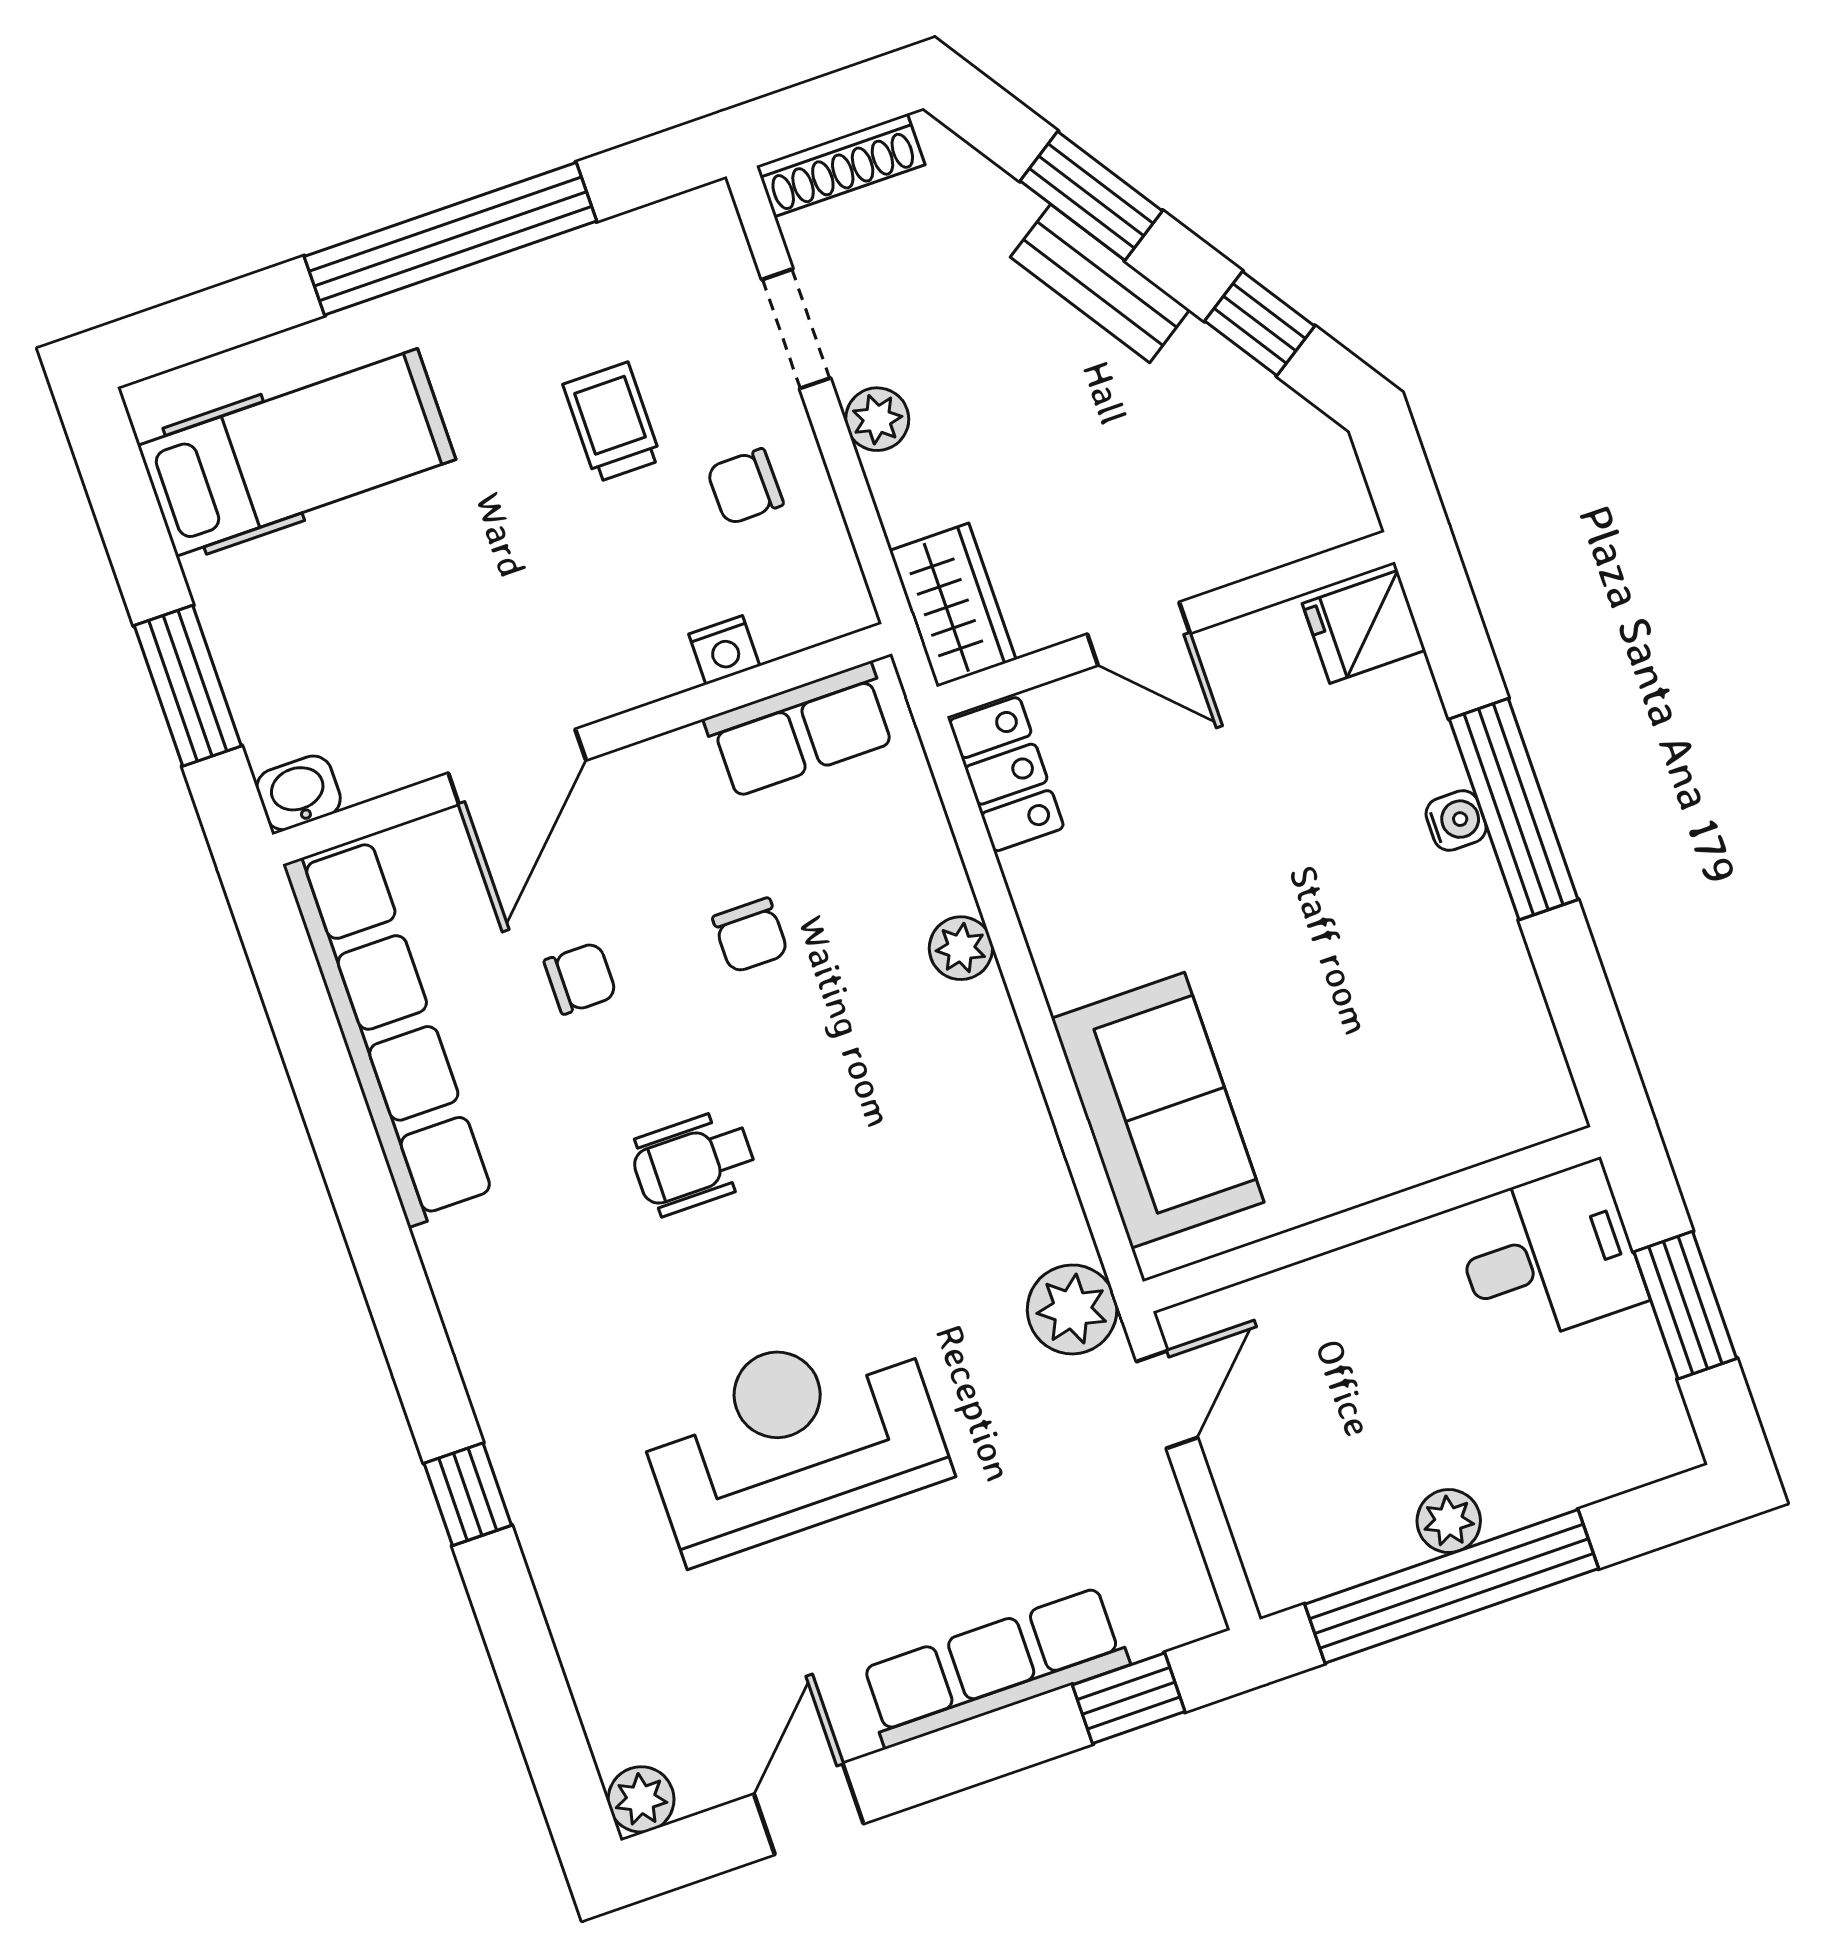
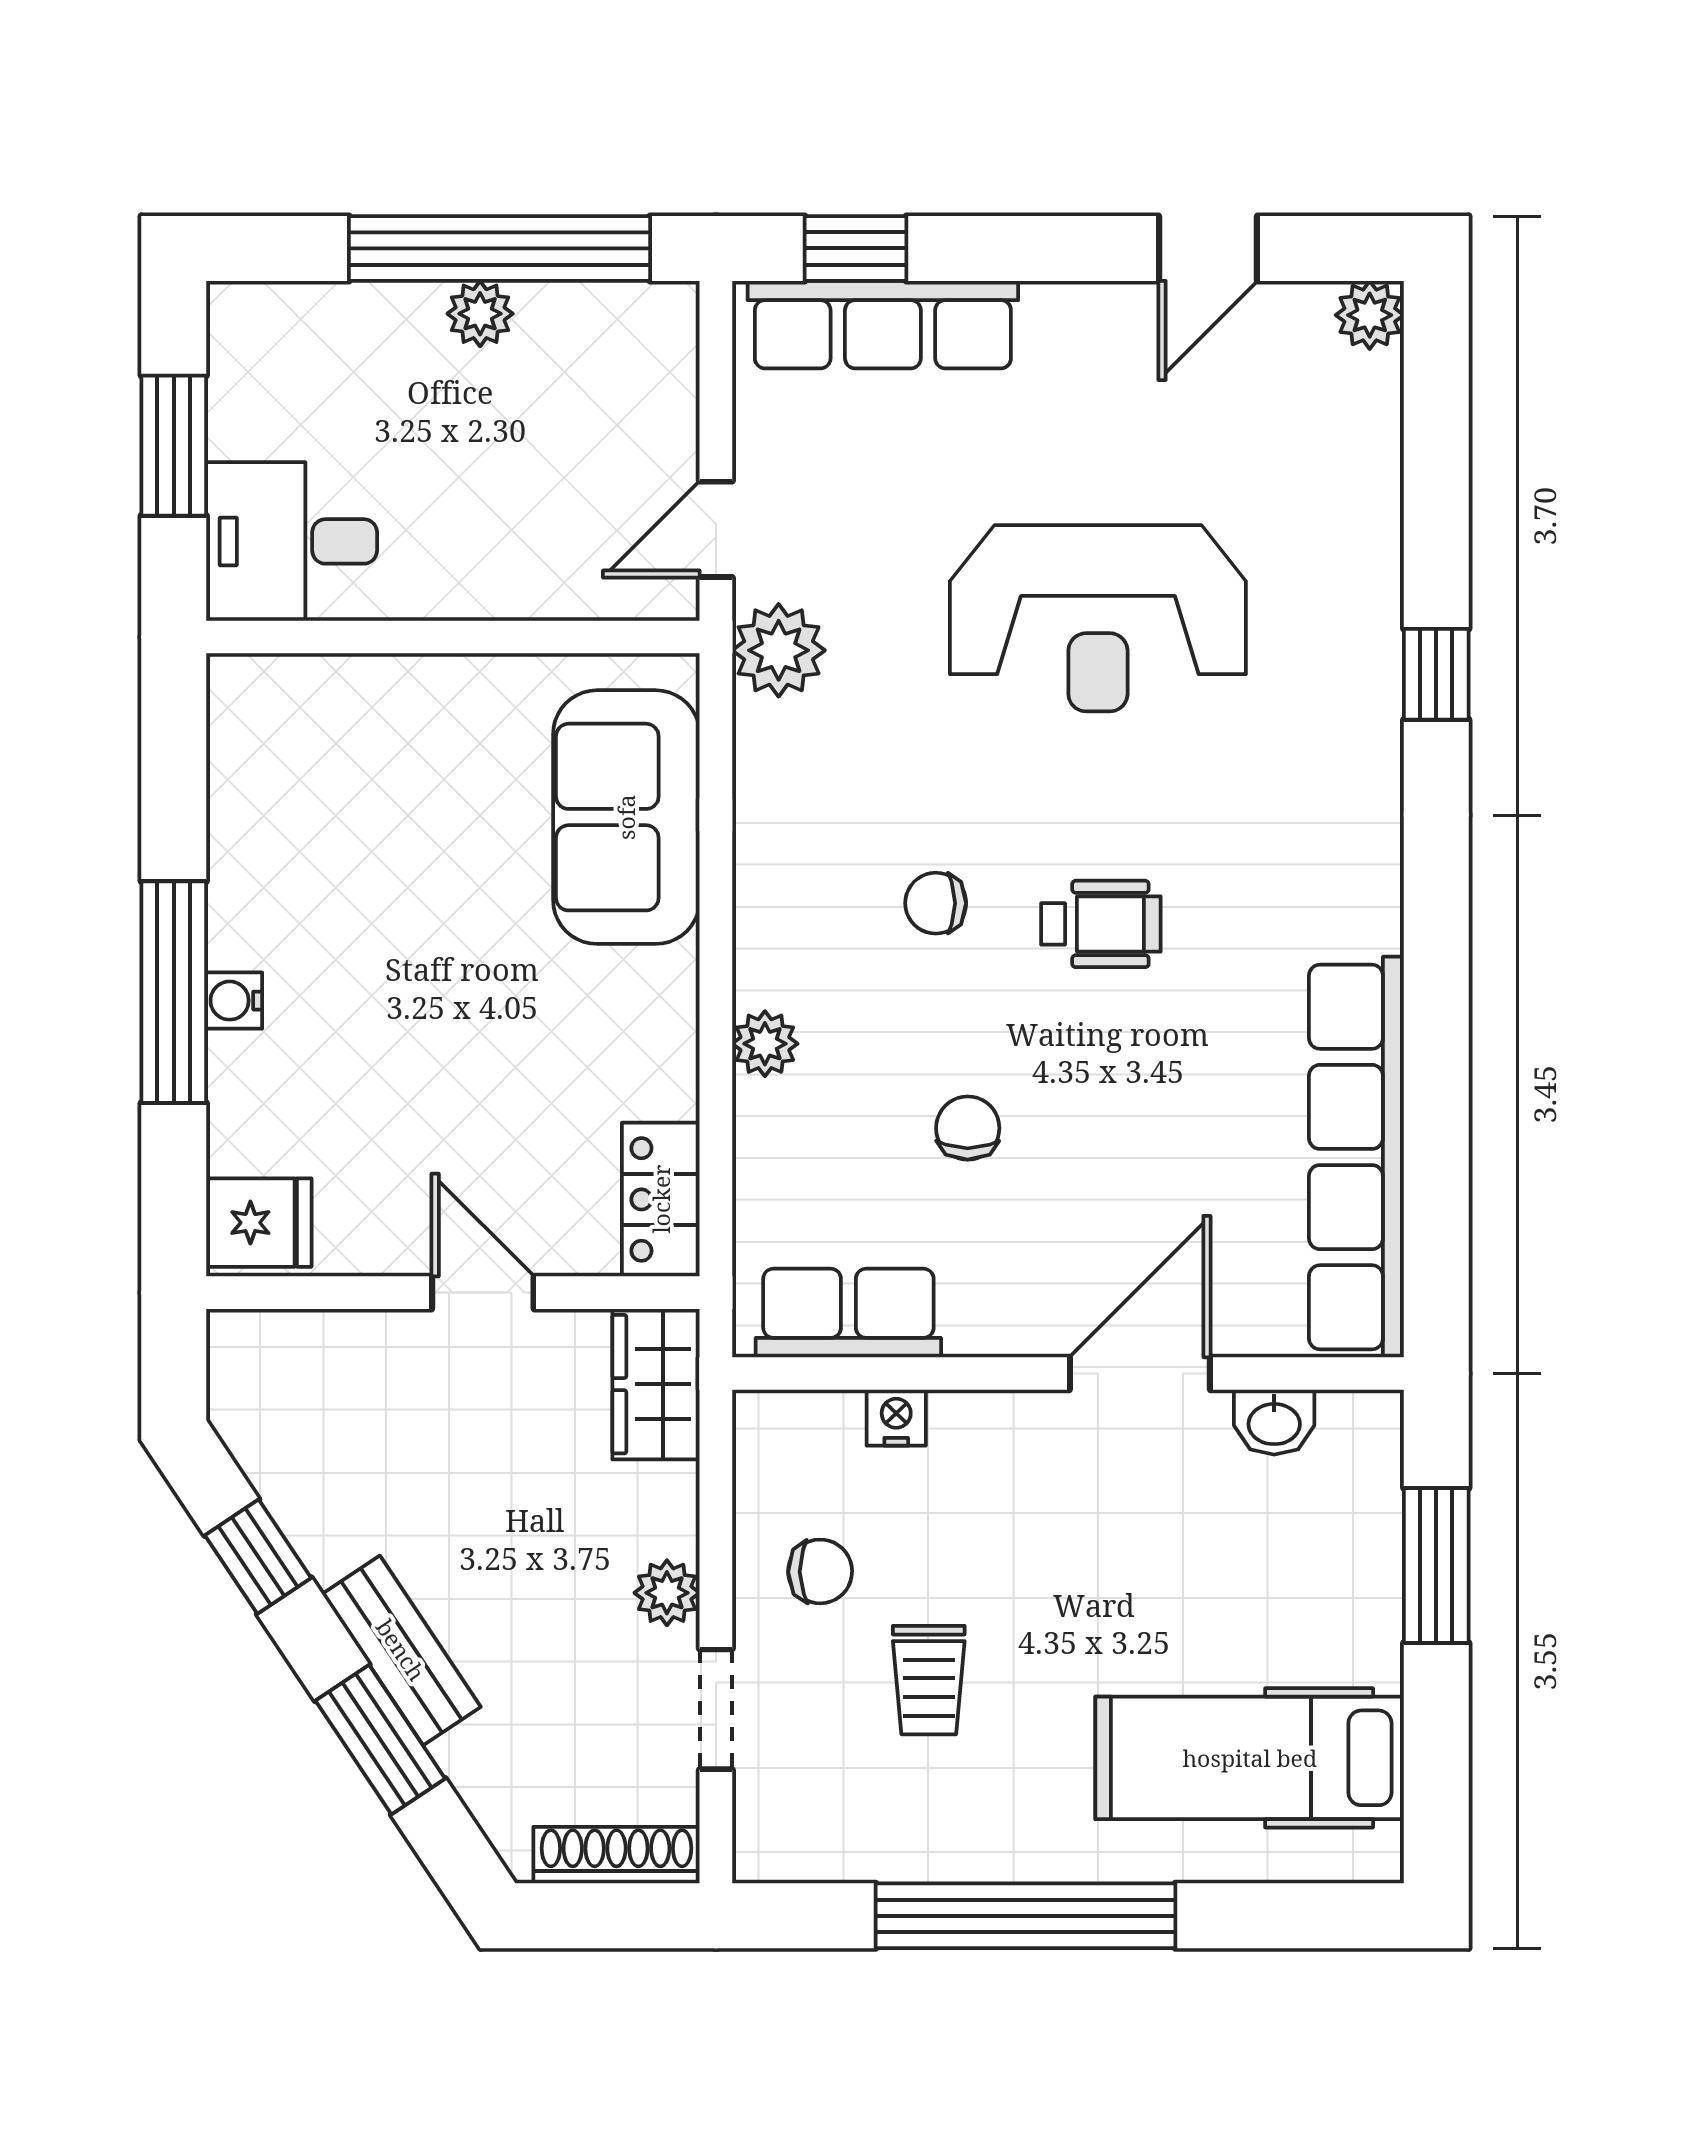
washbasin: (299, 793) -> (1274, 1422), moved
chair: (580, 978) -> (936, 903), moved
row of seats: (994, 1667) -> (883, 325), moved

